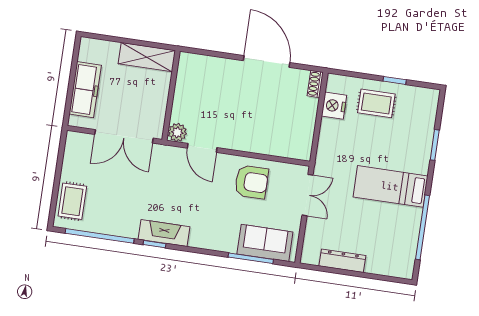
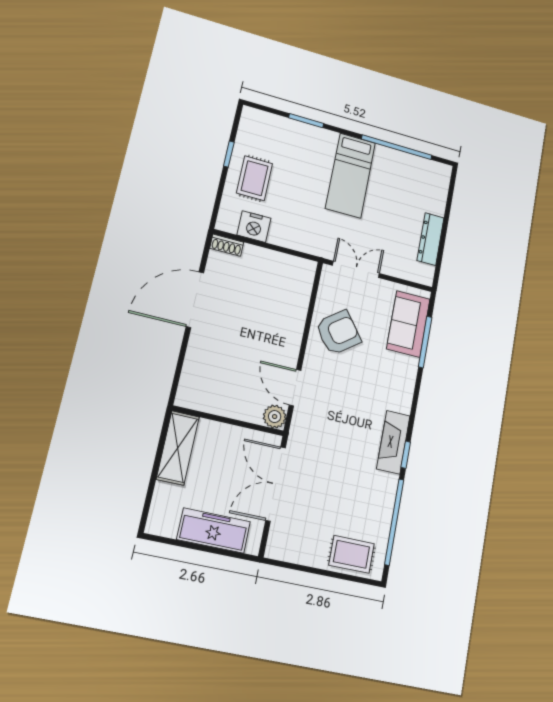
double door: (124, 136) -> (276, 484), swing flipped
door: (202, 148) -> (295, 388), swing flipped
armchair: (251, 182) -> (338, 332), turned 53

